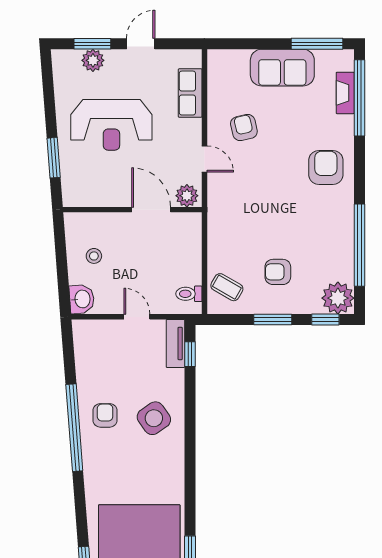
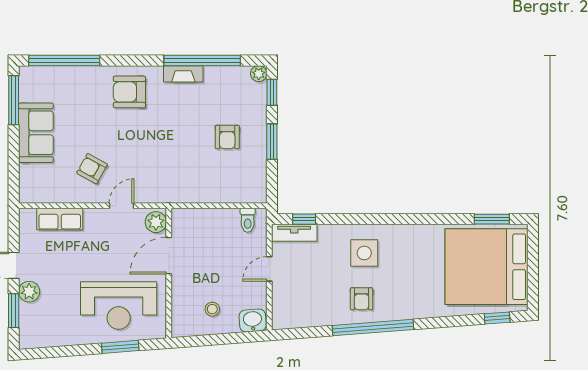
plant: (93, 60) -> (29, 292), moved
fireplace: (345, 93) -> (183, 74), moved
reception desk: (111, 125) -> (119, 306), moved, turned 90
armchair: (244, 128) -> (92, 169), turned 42
coffee table: (227, 287) -> (241, 185), removed
plant: (338, 298) -> (259, 74), width x0.53, depth x0.53
armchair: (105, 415) -> (362, 299), turned -90
side table: (154, 418) -> (364, 253), turned 35

